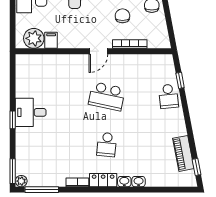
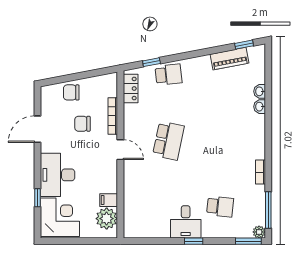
school desk: (107, 145) -> (220, 207), moved
locker: (103, 180) -> (131, 89), moved, turned 180
washbasin: (124, 182) -> (260, 91), moved

